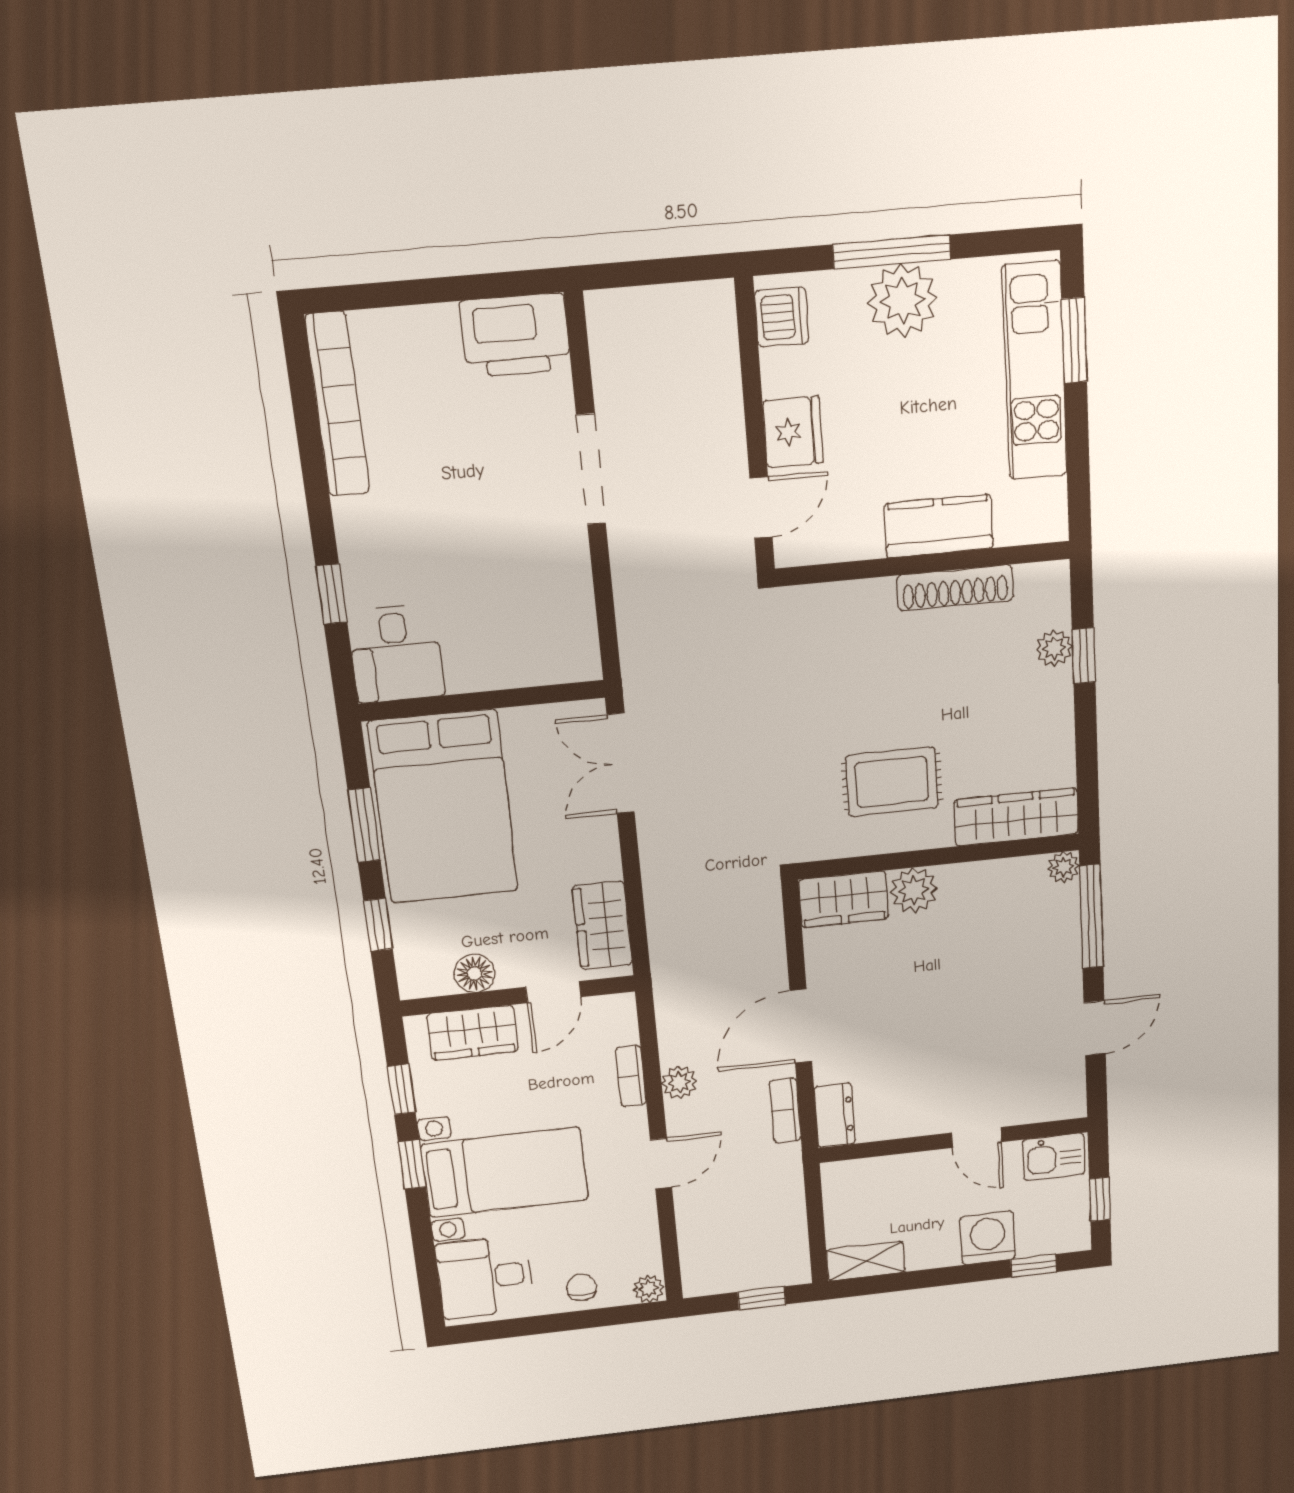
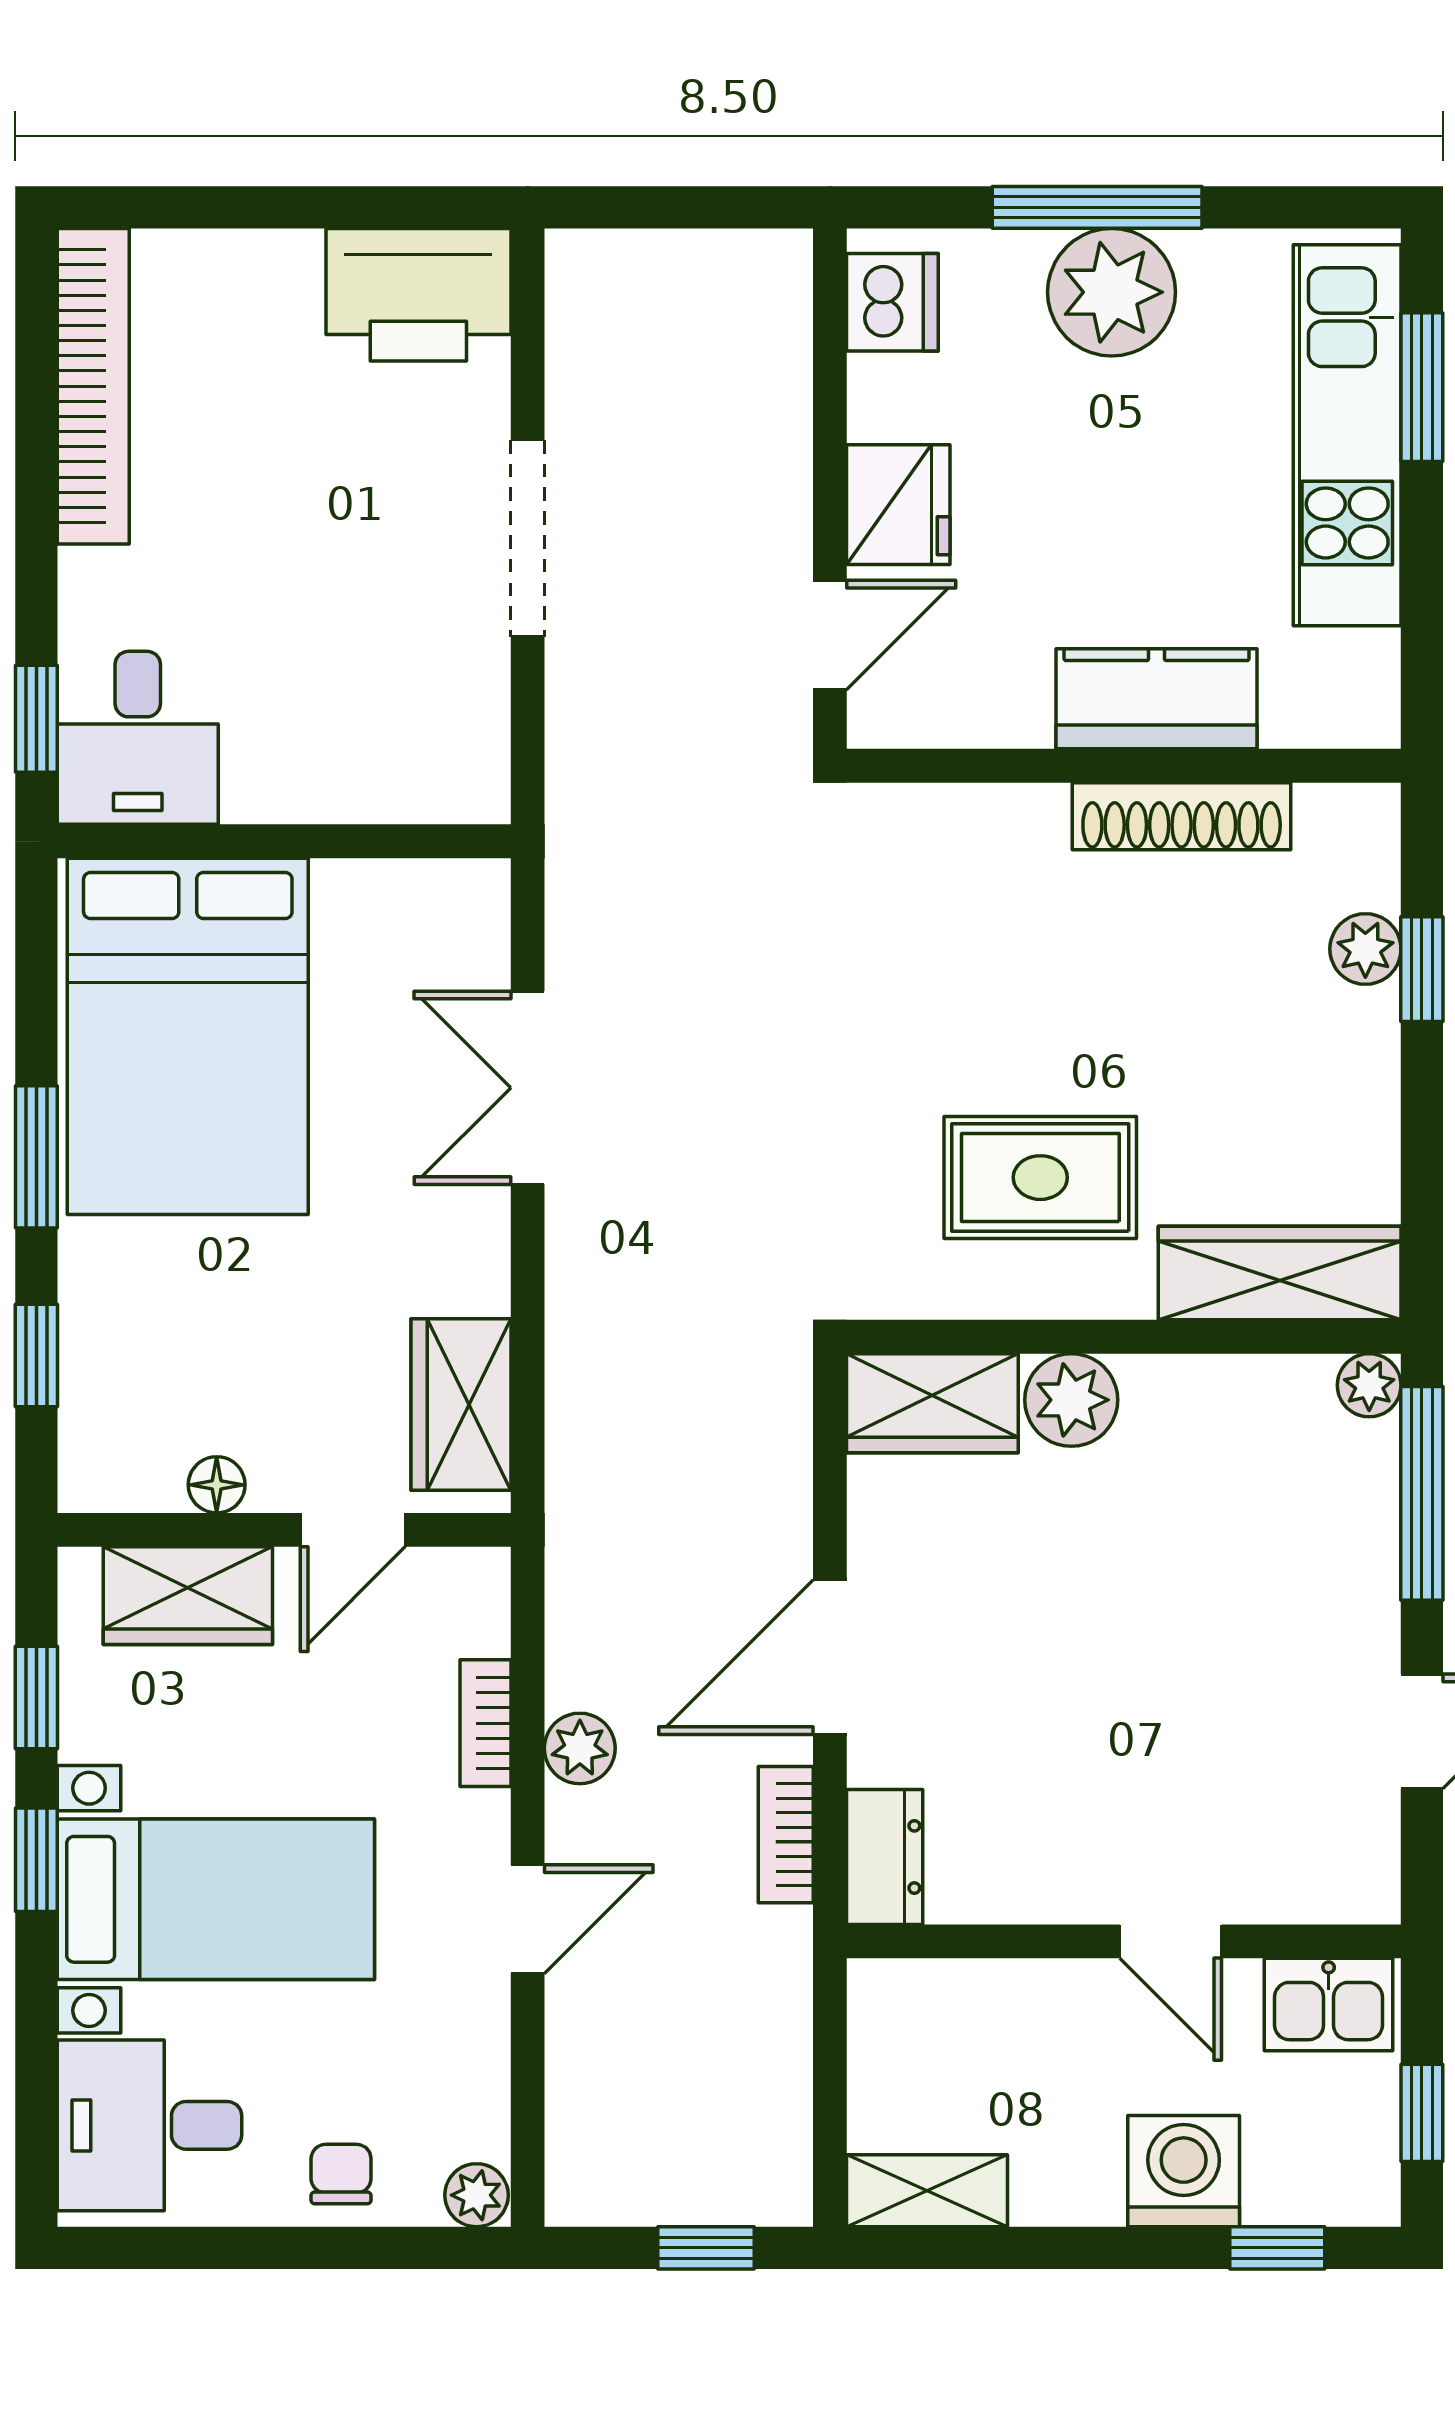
desk: (396, 654) -> (138, 738), moved
wall: (482, 701) -> (284, 841), moved
bed: (443, 807) -> (188, 1036), moved
floor lamp: (475, 973) -> (217, 1485), width x0.73, depth x0.73

